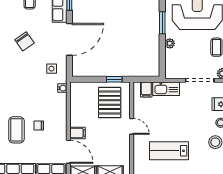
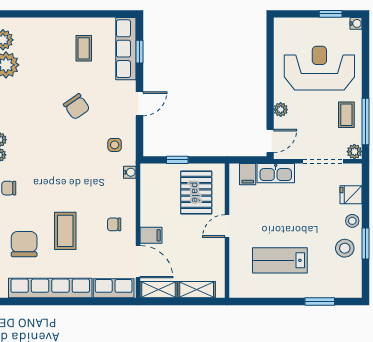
window: (162, 23) -> (270, 80), removed
door: (69, 39) -> (140, 104), width x0.53
door: (162, 66) -> (270, 141), added
window: (114, 79) -> (177, 160), moved
chair: (39, 125) -> (114, 224), moved
door: (132, 126) -> (227, 226), swing flipped

